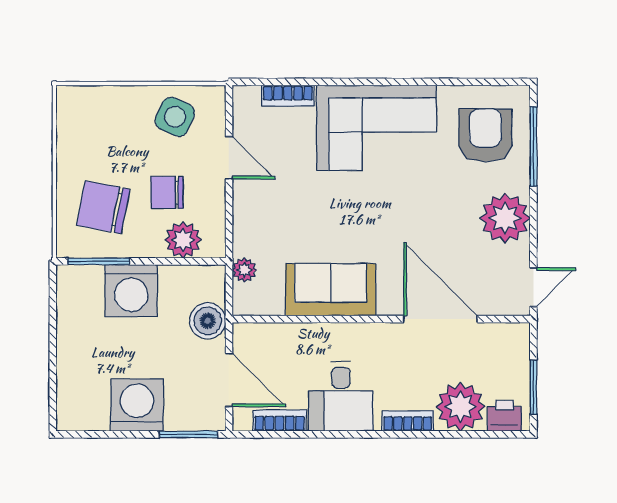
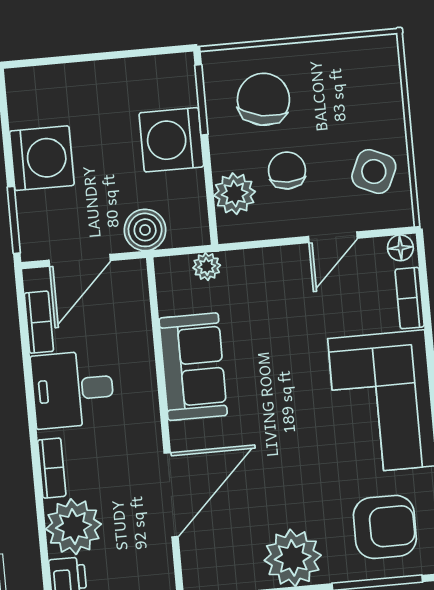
floor lamp: (243, 100) -> (400, 248), added

